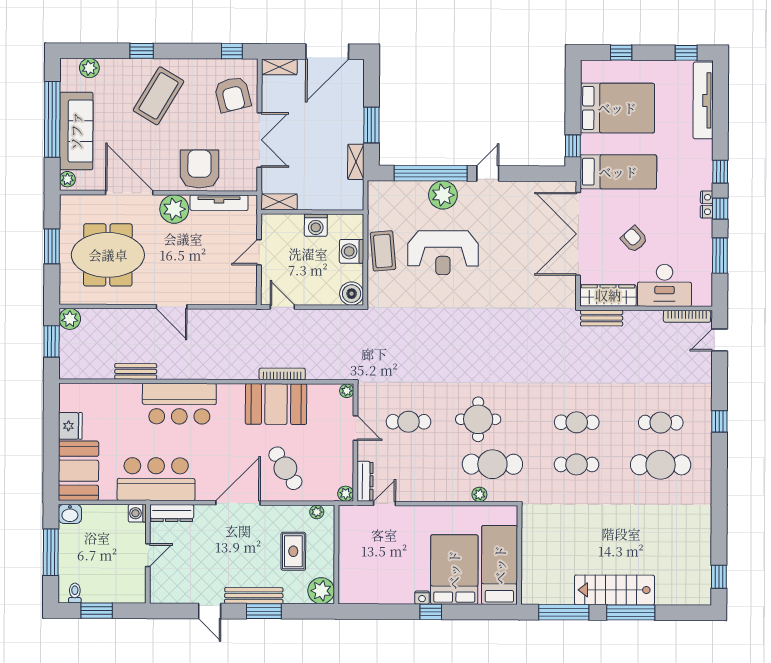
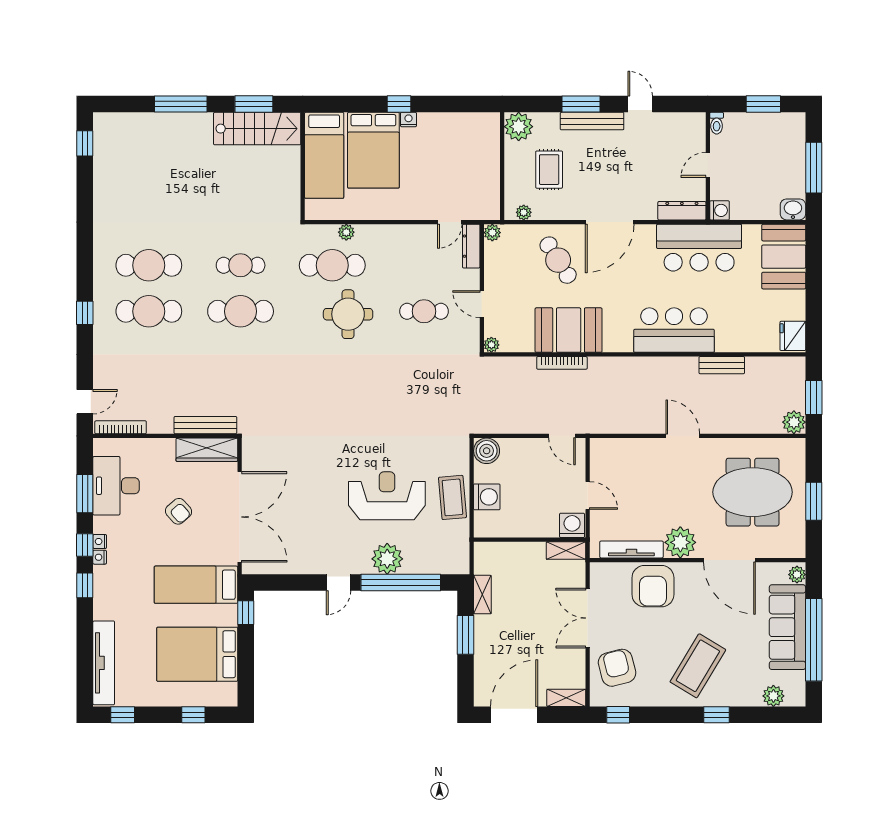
washing machine: (316, 225) -> (572, 525), moved
door: (259, 252) -> (588, 495), hinge flipped
desk: (664, 285) -> (116, 486), moved, turned -90
bench: (602, 318) -> (205, 425), width x1.36
cafe table: (577, 422) -> (241, 311), width x1.37, depth x1.35
cafe table: (661, 423) -> (149, 311), width x1.37, depth x1.35
fridge: (70, 426) -> (793, 336), moved
stairs: (614, 590) -> (257, 129), moved
toilet: (75, 593) -> (717, 123), moved
window: (564, 612) -> (254, 104), width x0.69

